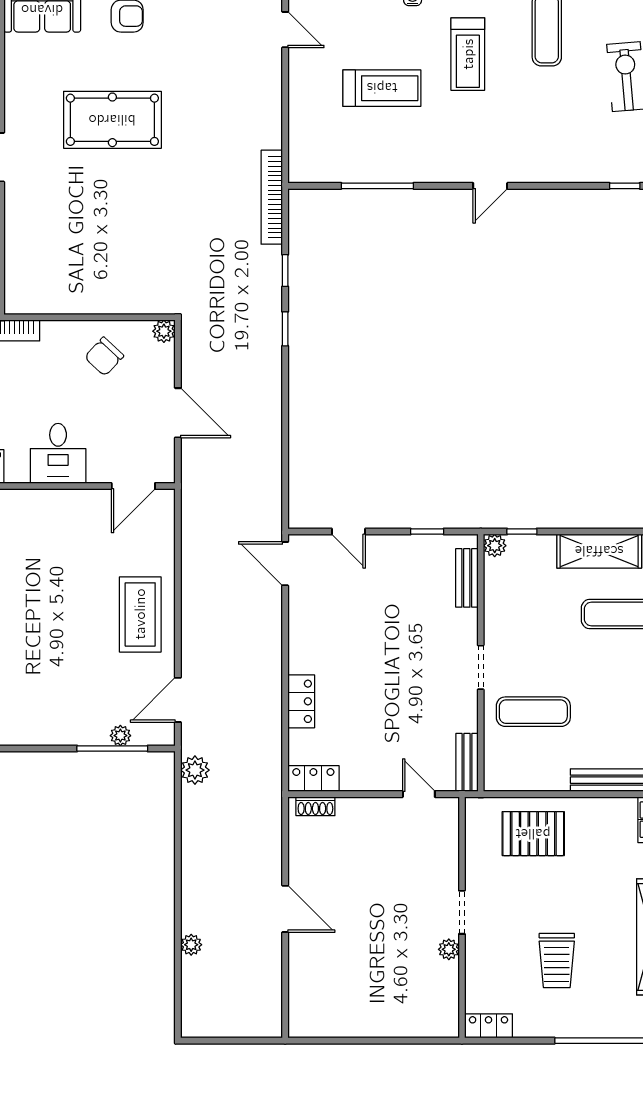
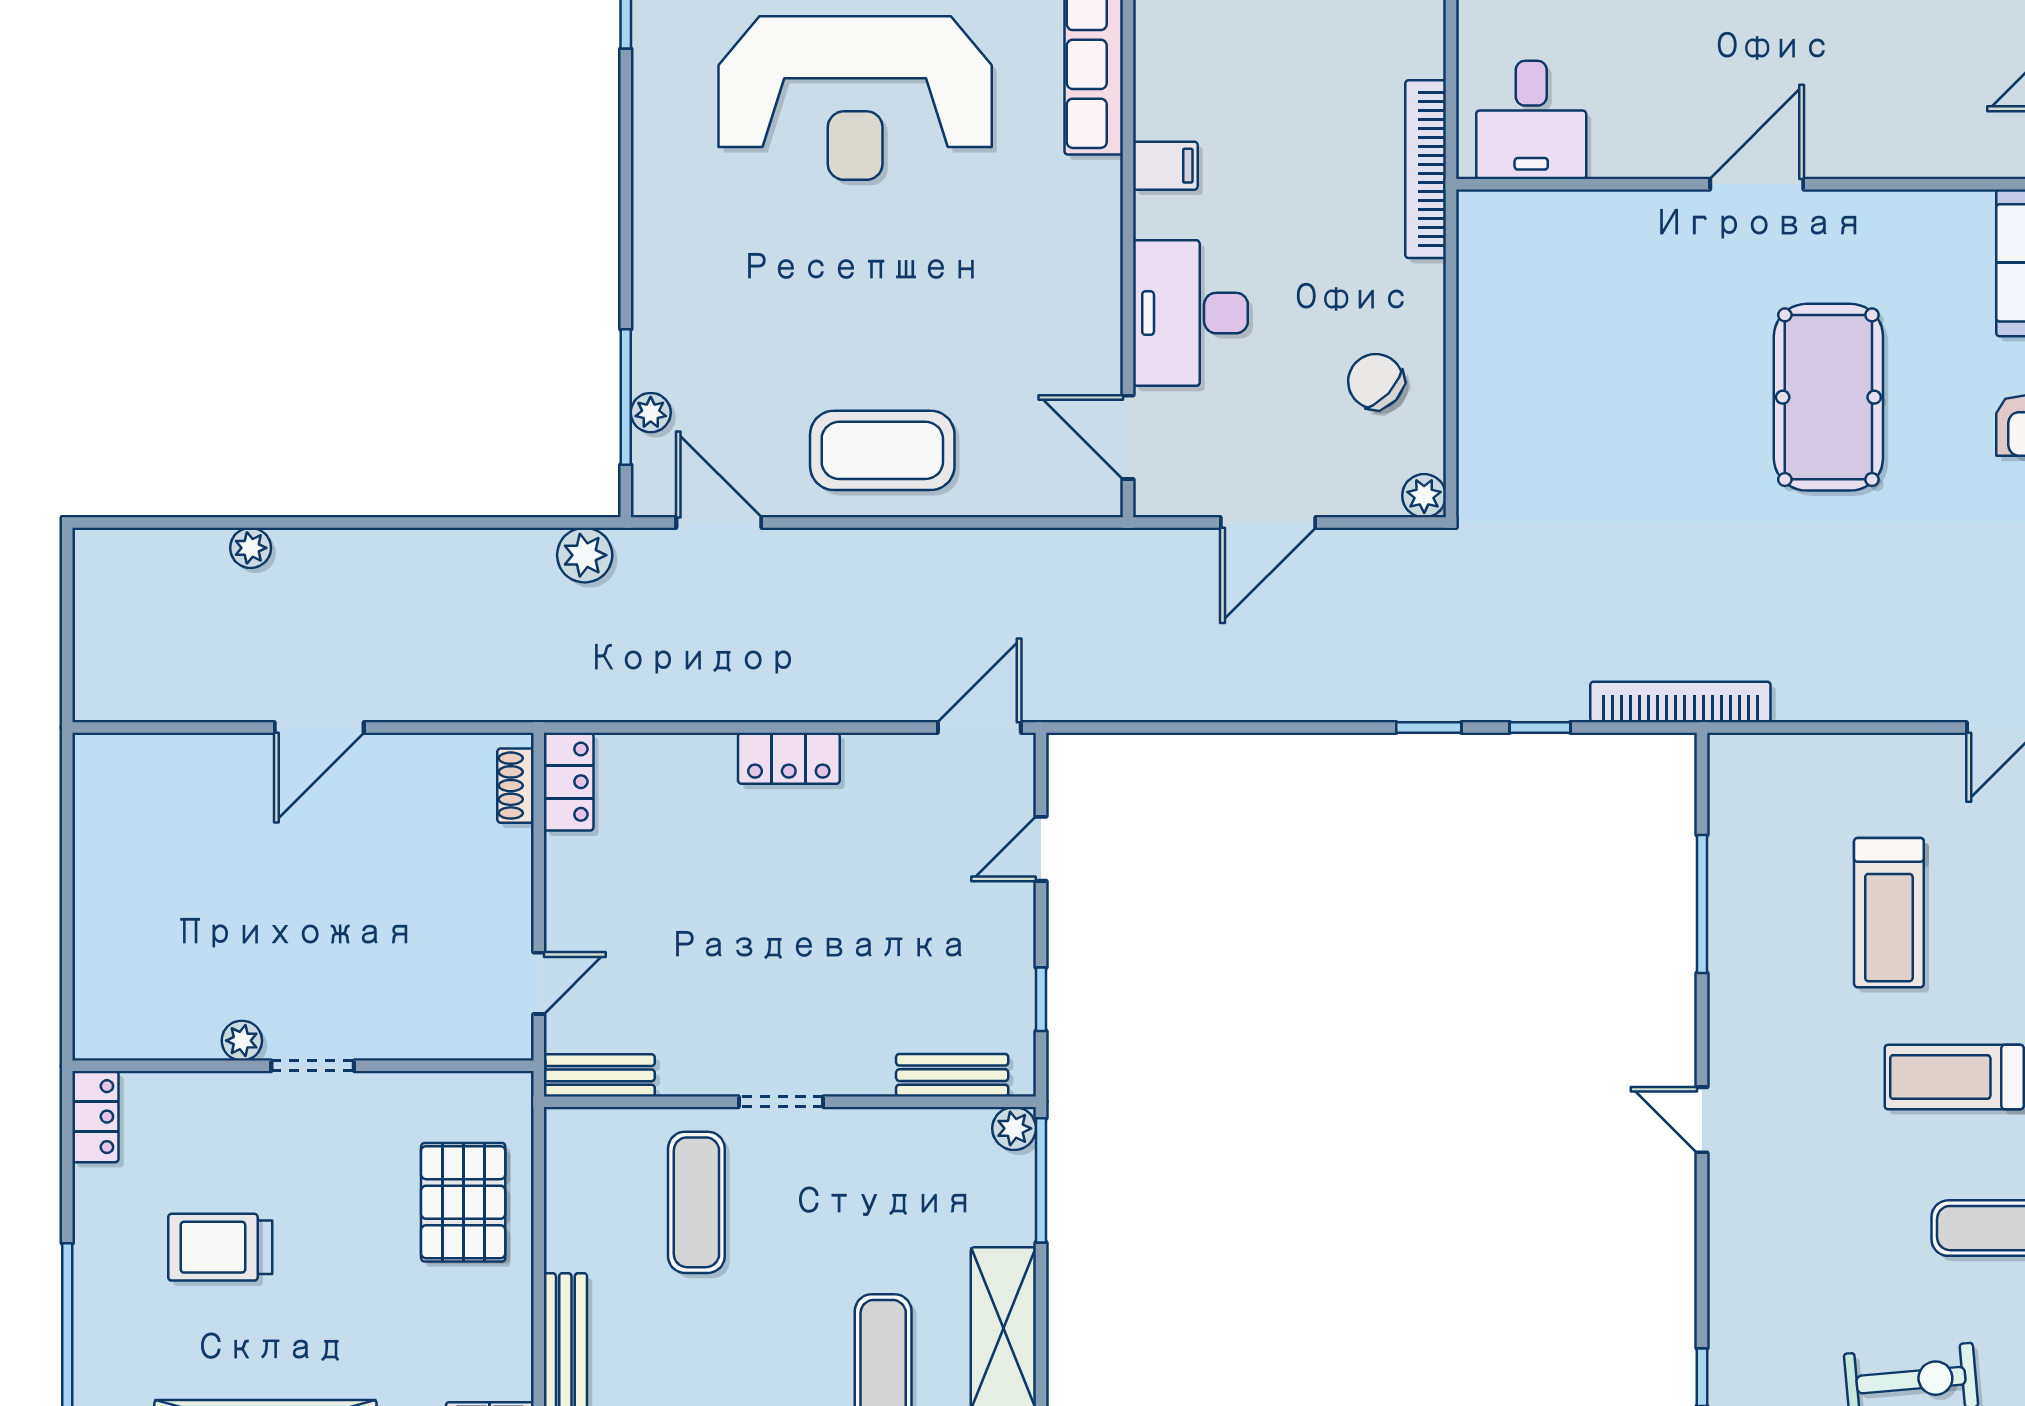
desk: (58, 453) -> (1190, 313), width x1.37
window: (522, 532) -> (1041, 1180), width x2.17
locker: (301, 701) -> (789, 758), moved

